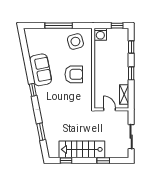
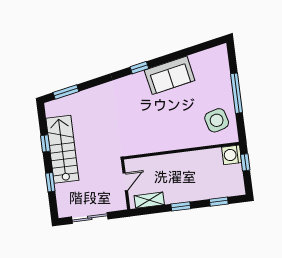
window: (117, 26) -> (245, 162), moved
armchair: (74, 74) -> (169, 124), removed
window: (41, 132) -> (66, 92), moved
window: (66, 161) -> (45, 143), moved

